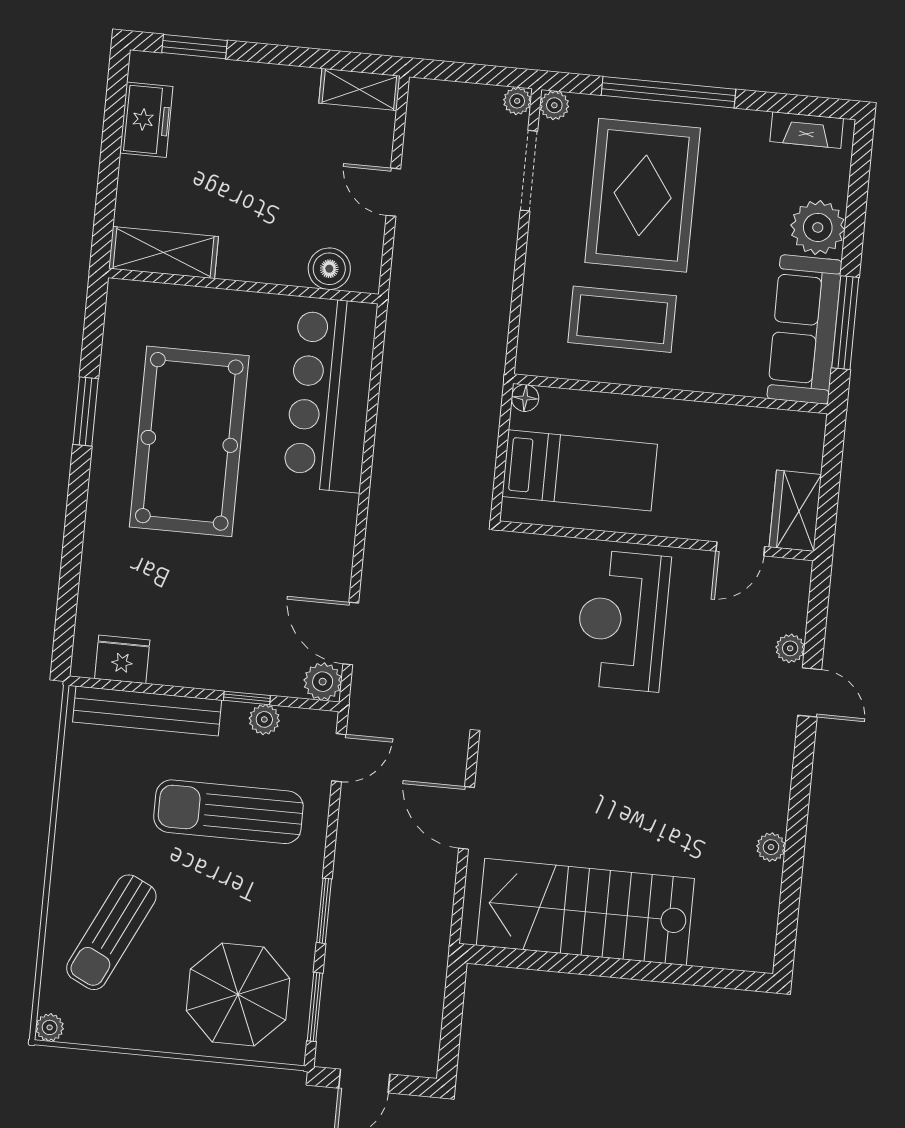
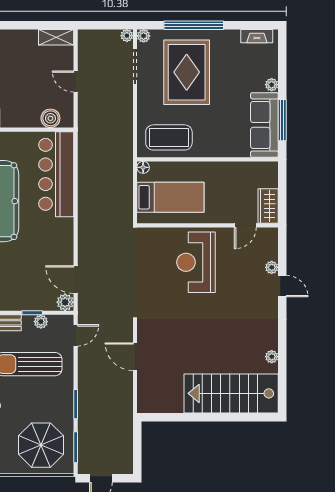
plant: (818, 227) -> (272, 85), width x0.53, depth x0.53
coffee table: (622, 319) -> (169, 137), moved
stairs: (585, 912) -> (231, 393), moved

